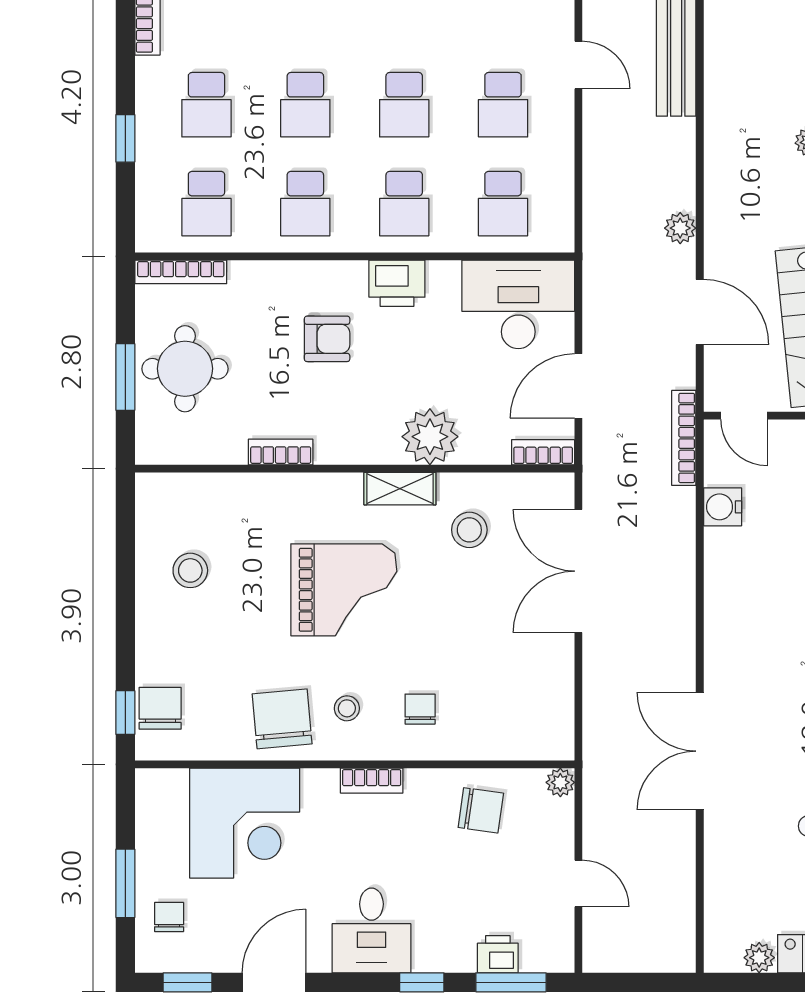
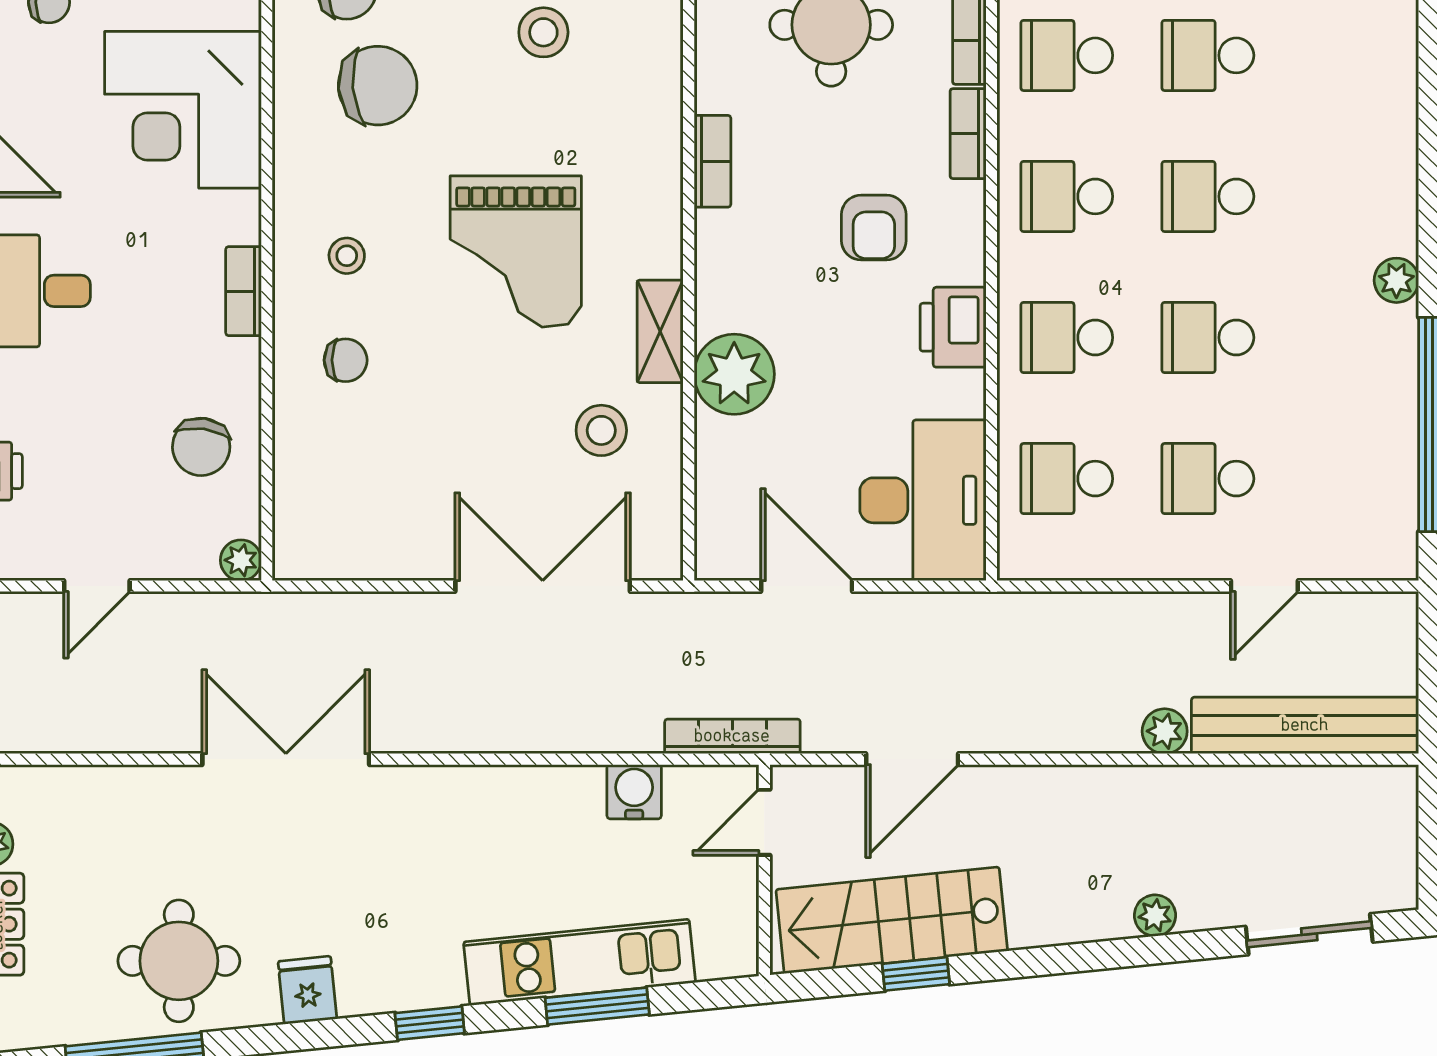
plant: (680, 228) -> (1165, 731), moved
bookcase: (543, 452) -> (968, 134), moved, turned 180
chair: (282, 719) -> (378, 86), moved

